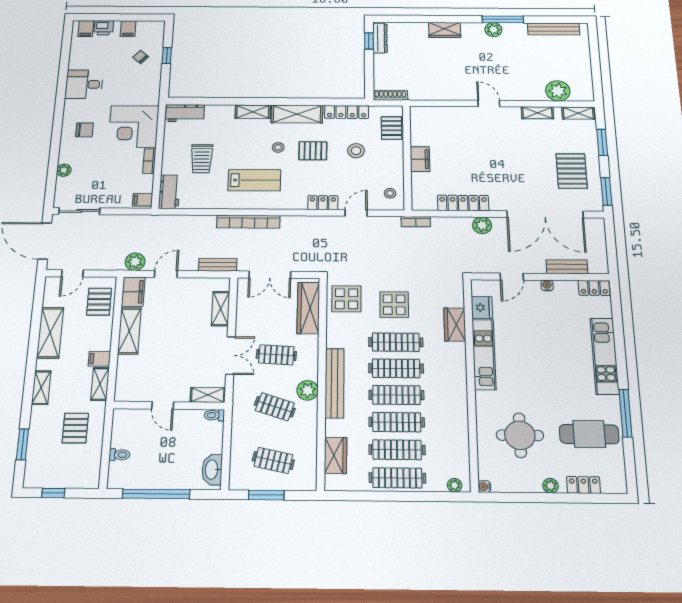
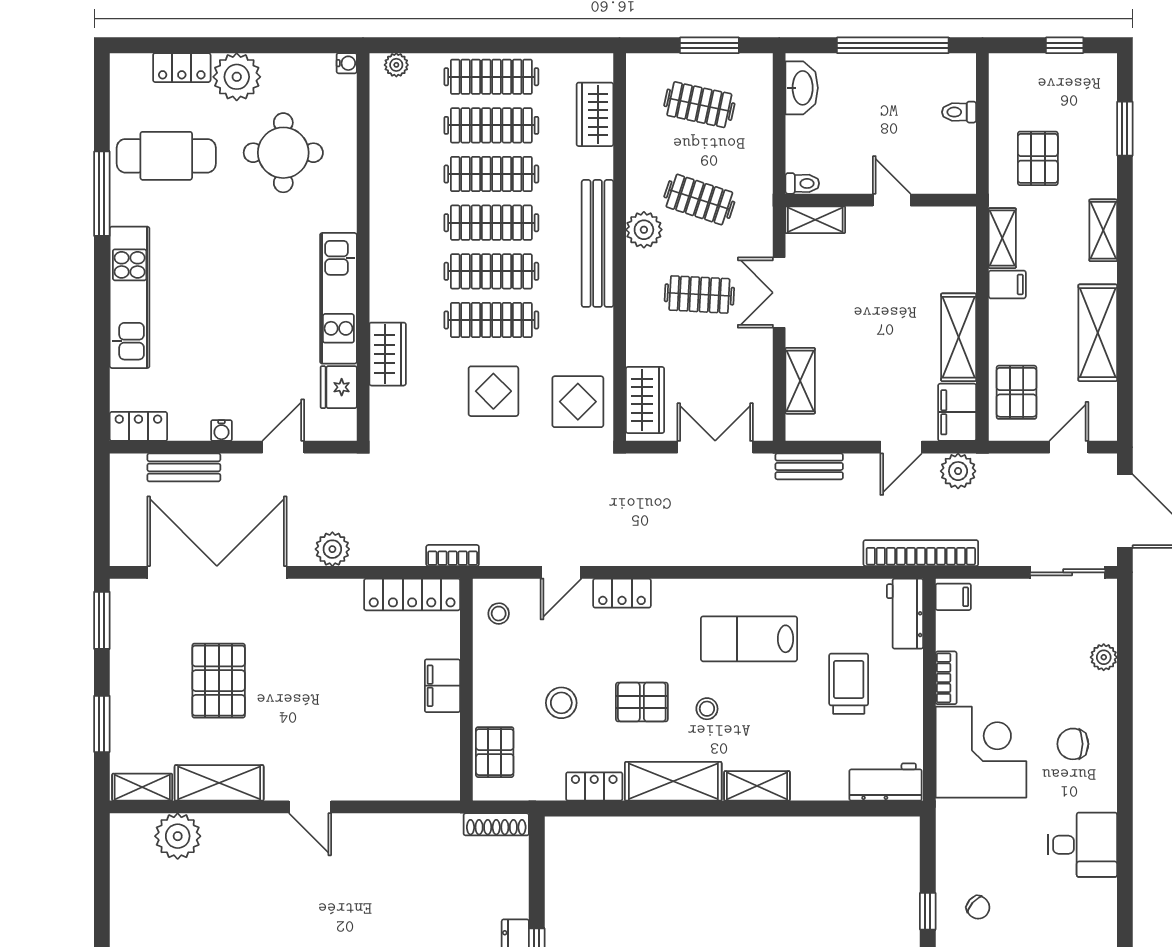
locker: (347, 112) -> (594, 786), width x0.66
shelving: (537, 113) -> (219, 783), width x1.50, depth x1.33
pallet: (572, 171) -> (219, 681), moved
locker: (463, 203) -> (412, 594), moved
bookcase: (248, 222) -> (921, 553), moved
wardrobe: (308, 308) -> (645, 400), width x0.67
plant: (551, 486) -> (237, 77), width x1.87, depth x1.87

